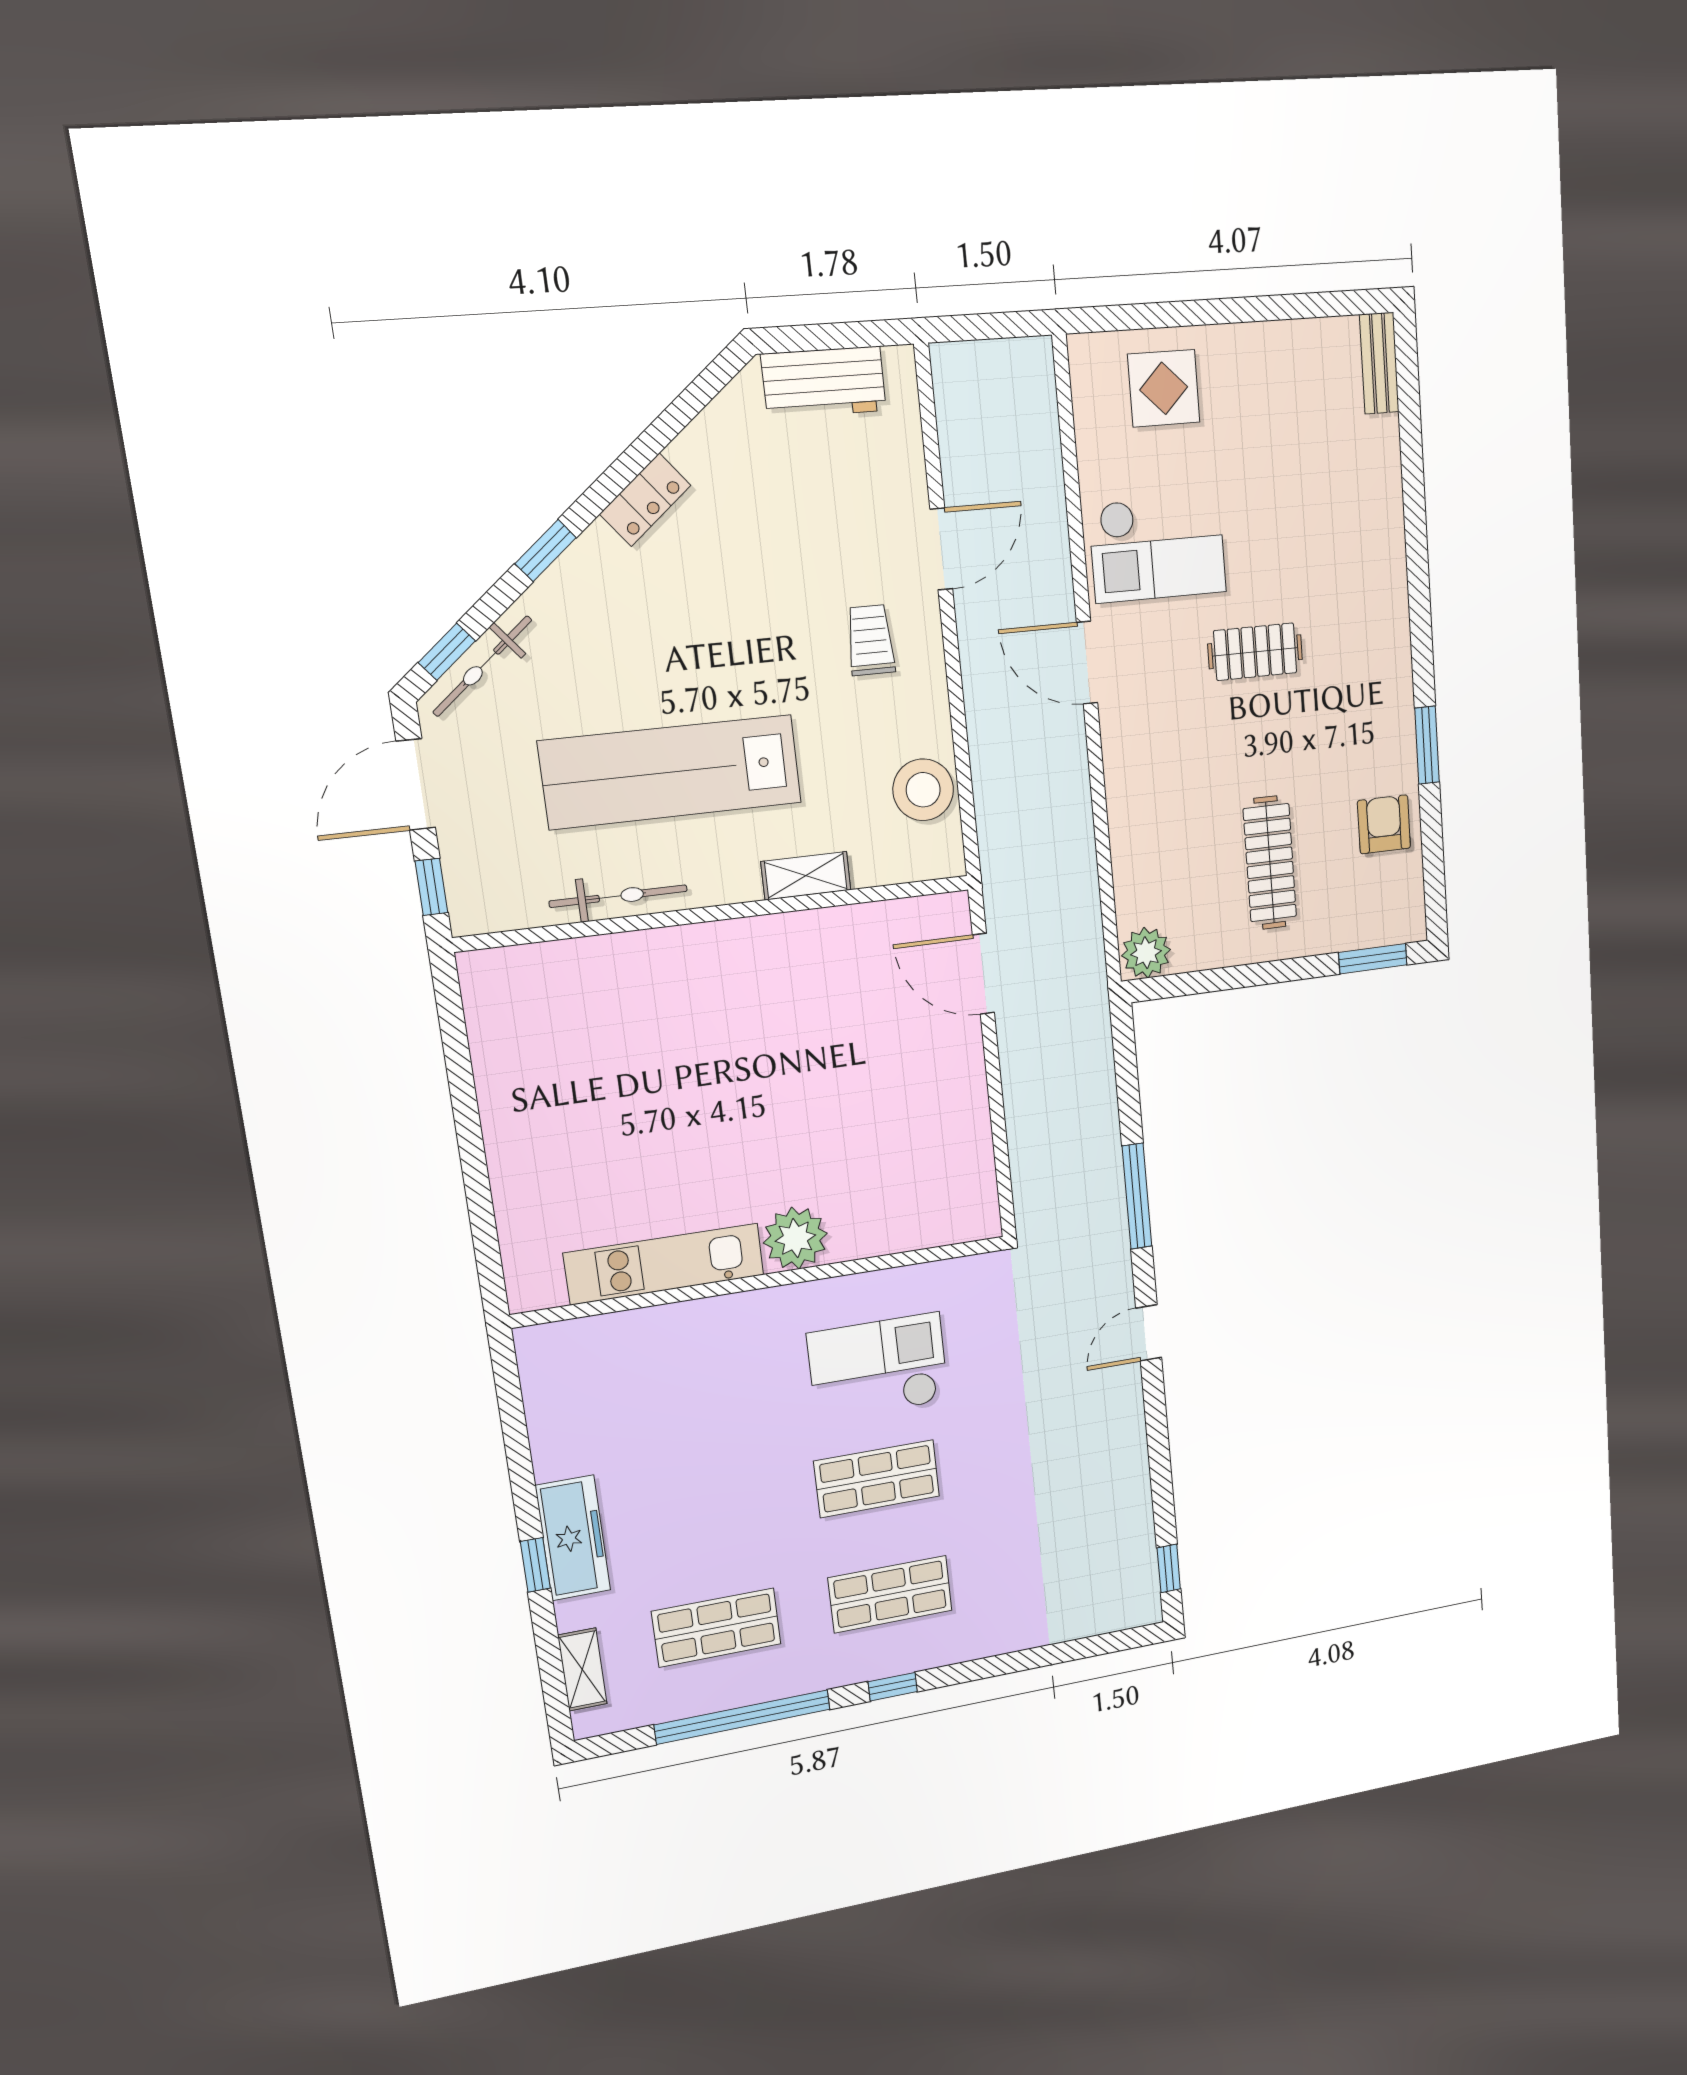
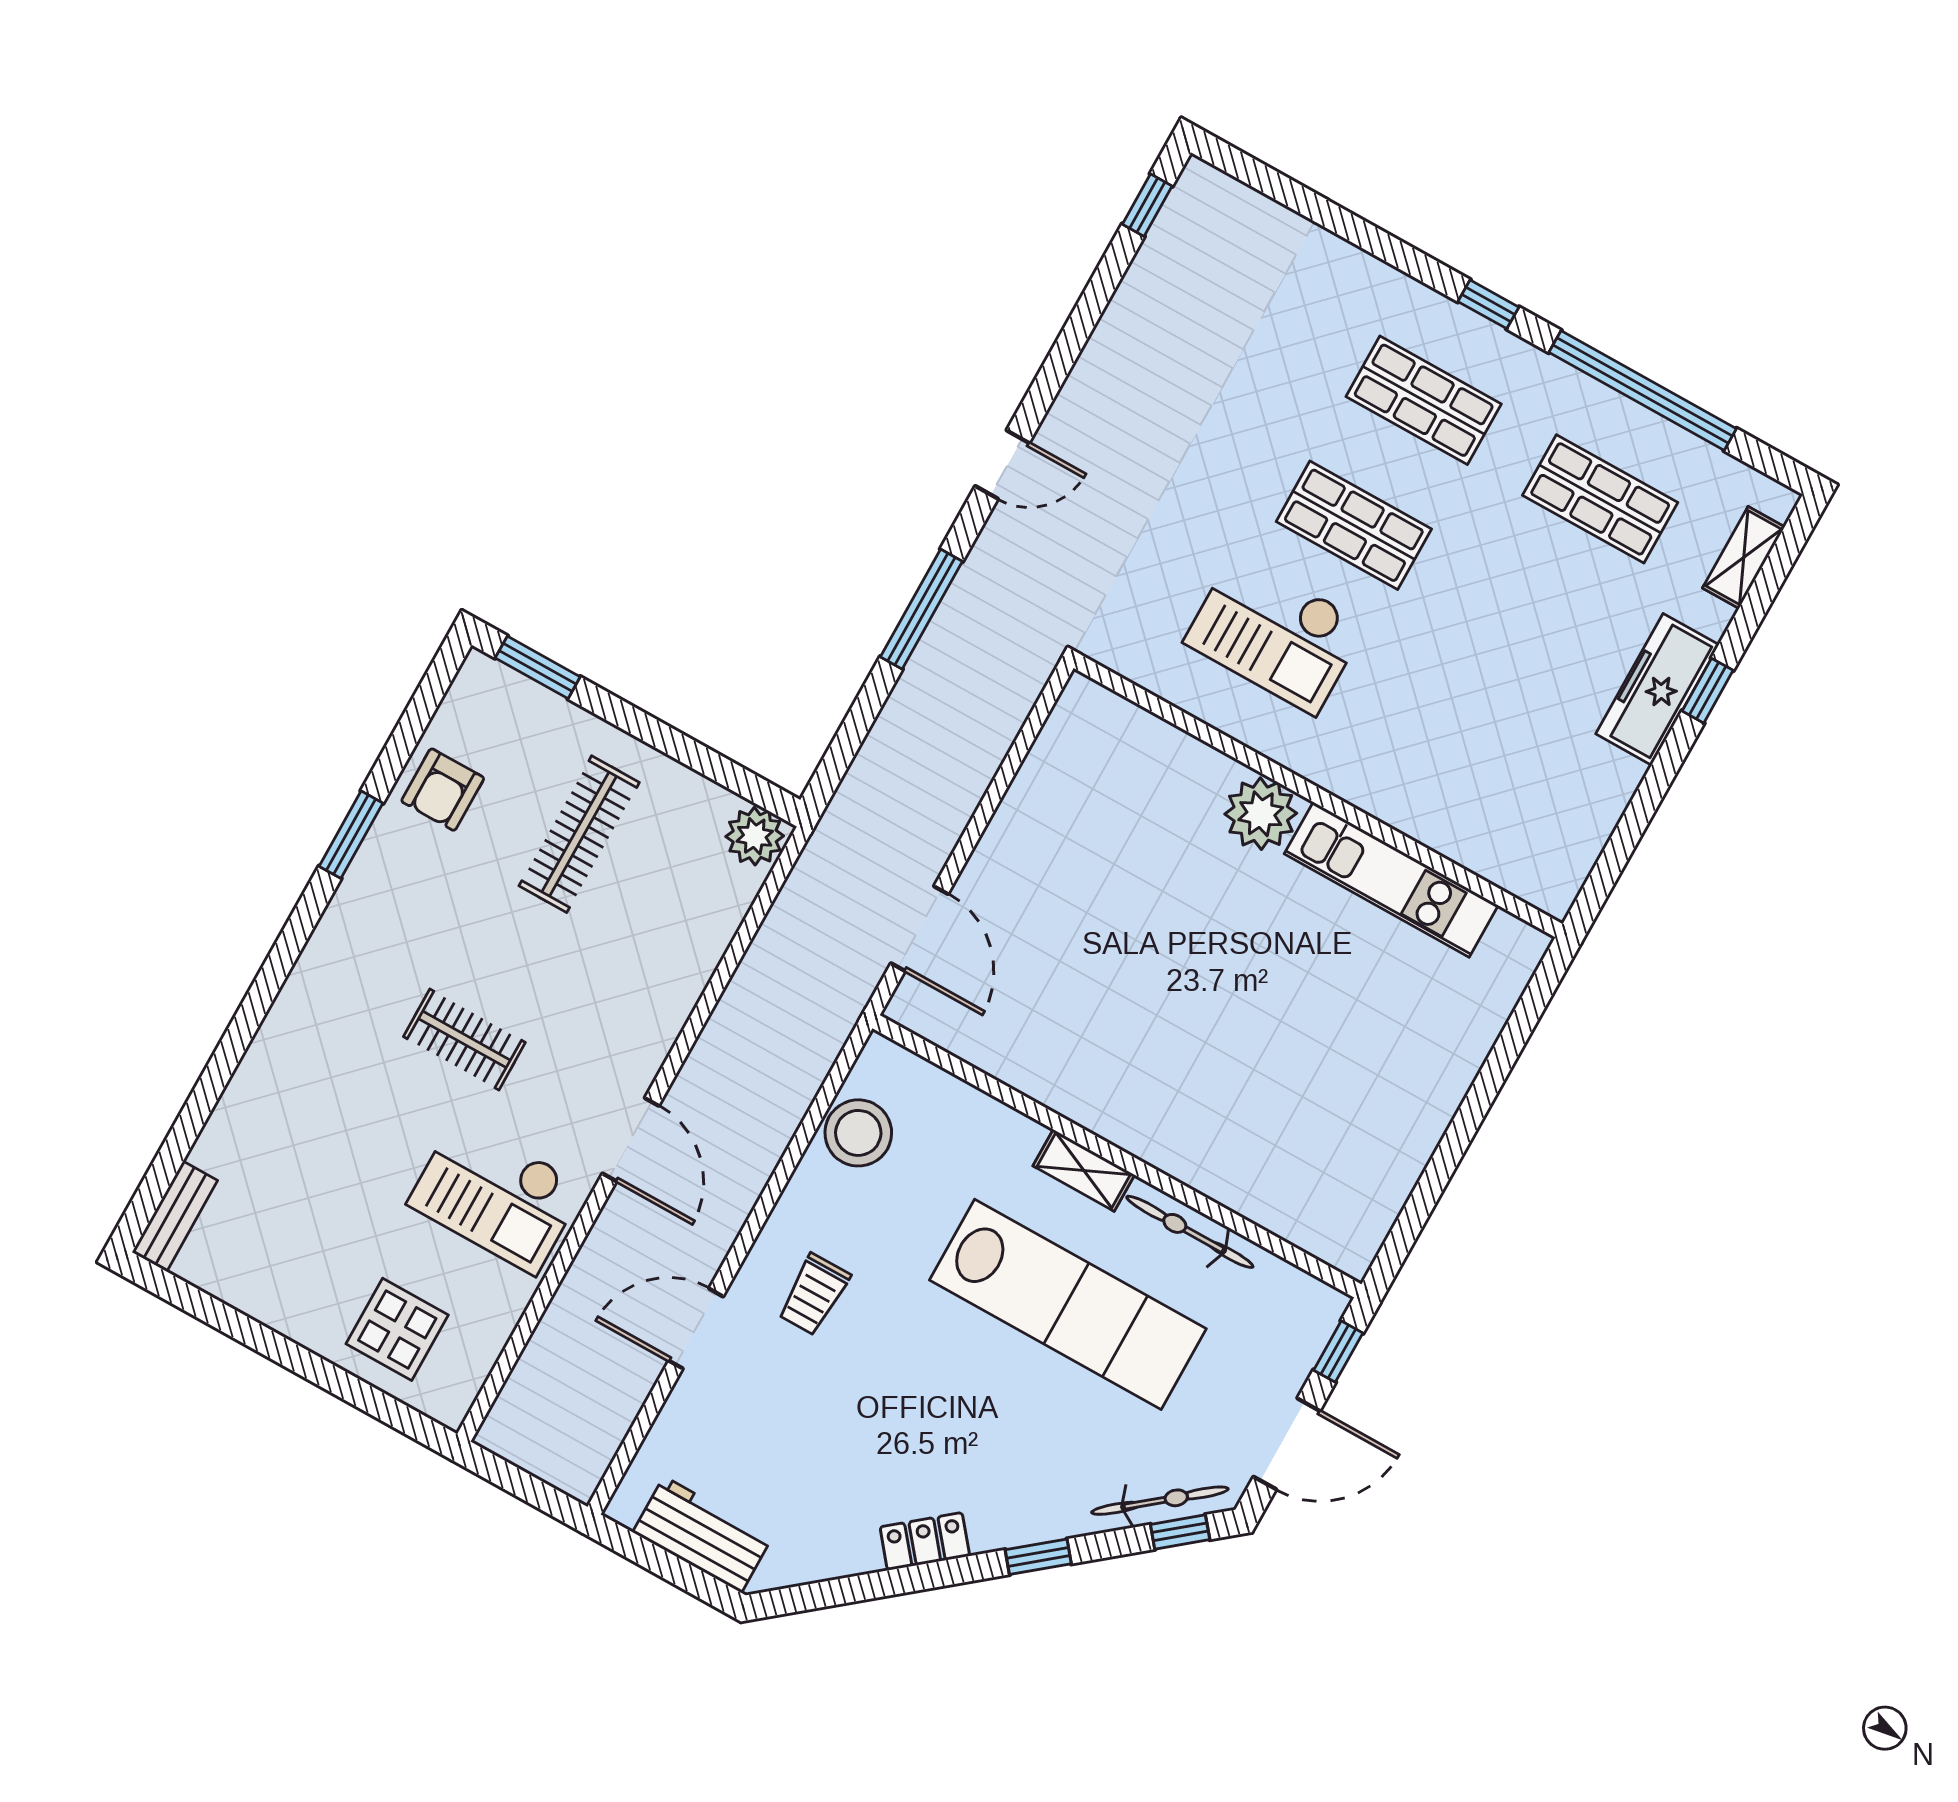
checkout: (1158, 548) -> (496, 1195), turned 180
shelving: (806, 876) -> (1084, 1170), moved

